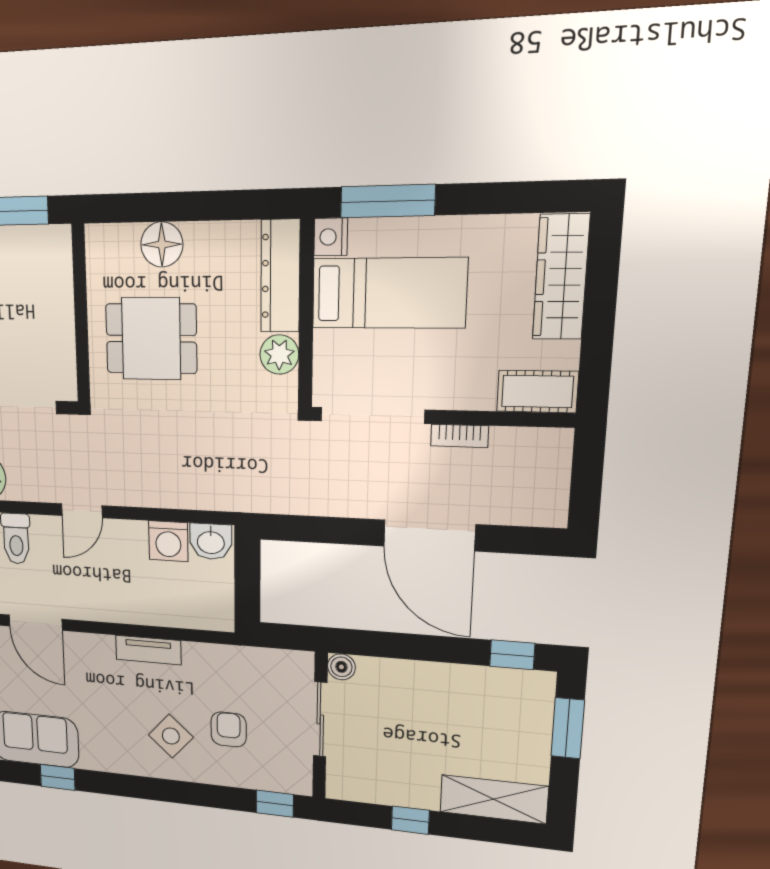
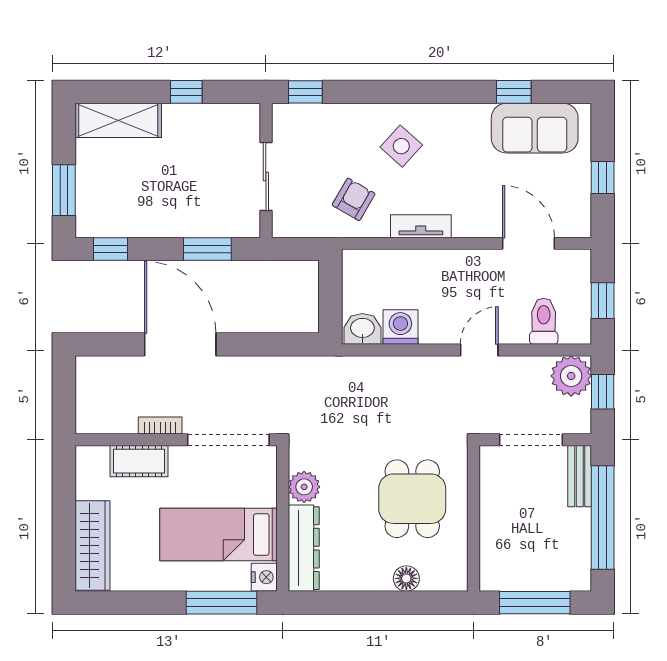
floor lamp: (162, 244) -> (406, 578), width x0.73, depth x0.73
dining table: (151, 339) -> (412, 499), turned 90
cot: (537, 391) -> (139, 461), moved
window: (391, 645) -> (207, 249), added
boiler: (341, 667) -> (249, 226), removed
armchair: (229, 729) -> (354, 199), moved, turned -150

